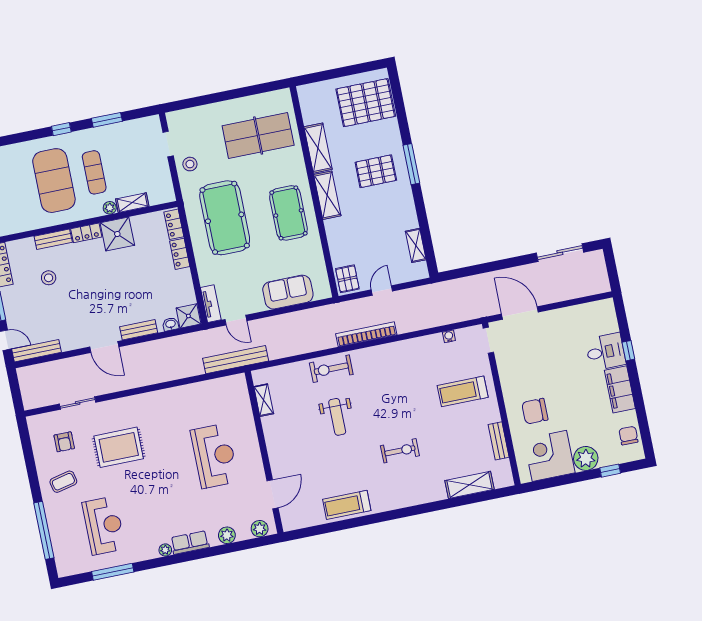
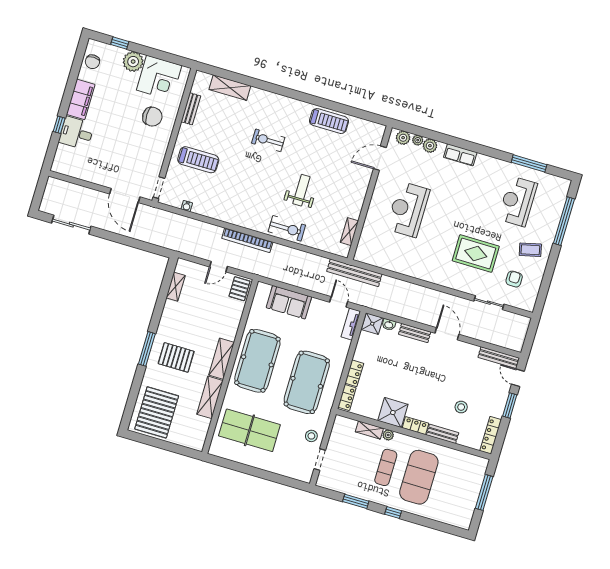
pallet: (366, 103) -> (157, 412), turned 90
pool table: (288, 213) -> (257, 361), width x1.36, depth x1.32
plant: (165, 550) -> (418, 140), moved

